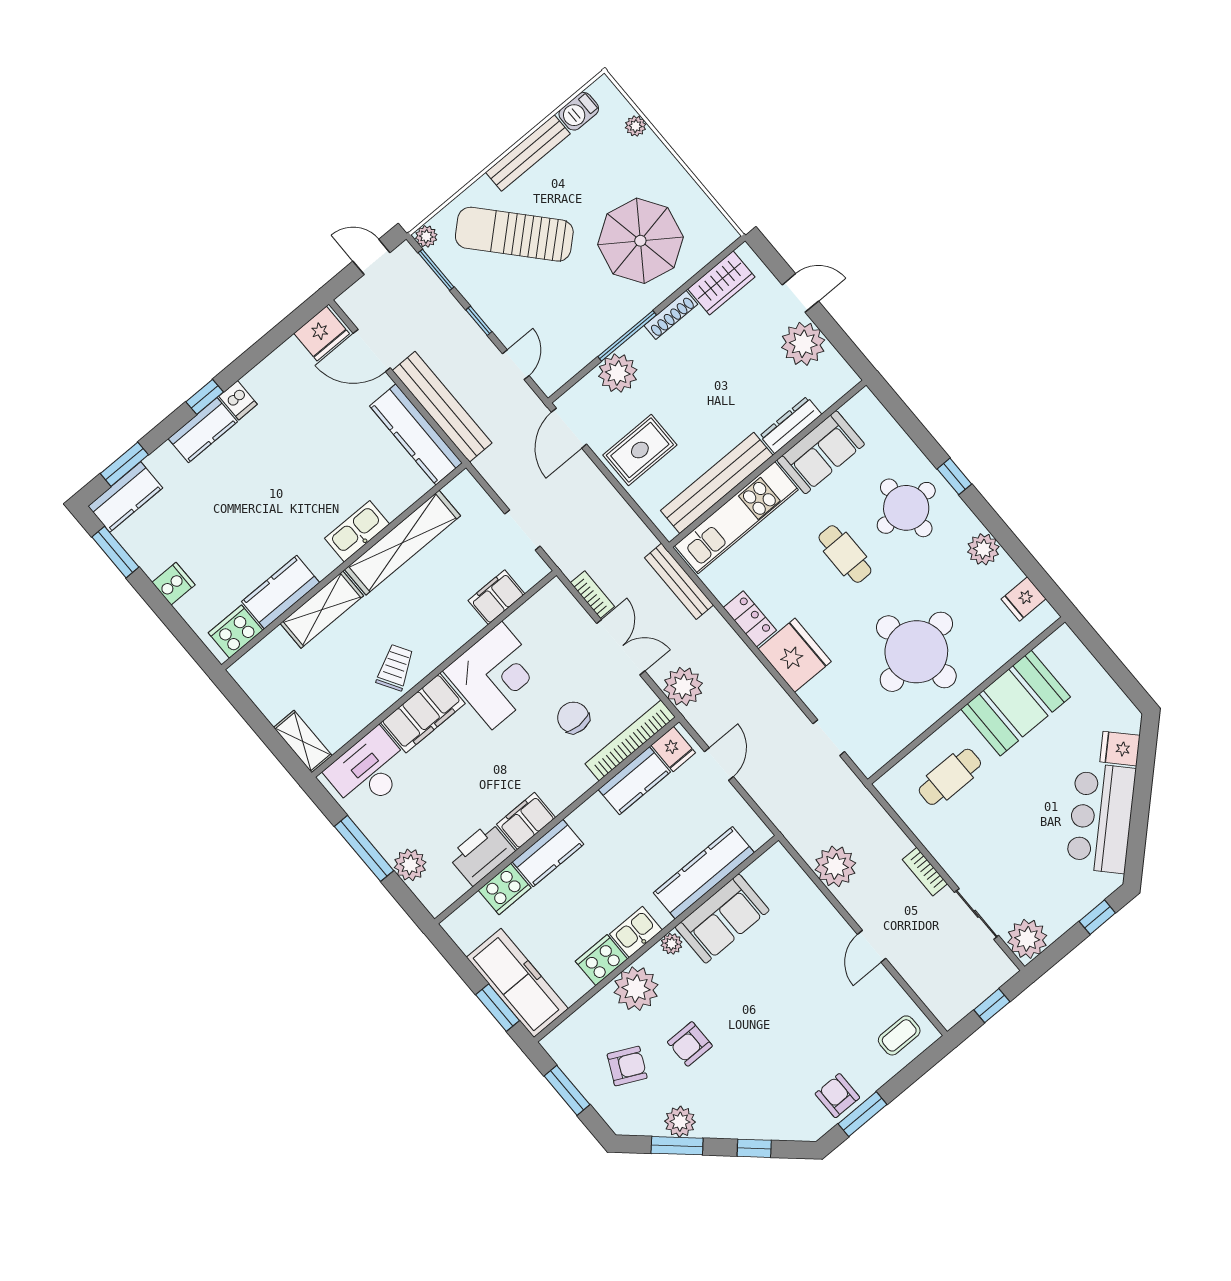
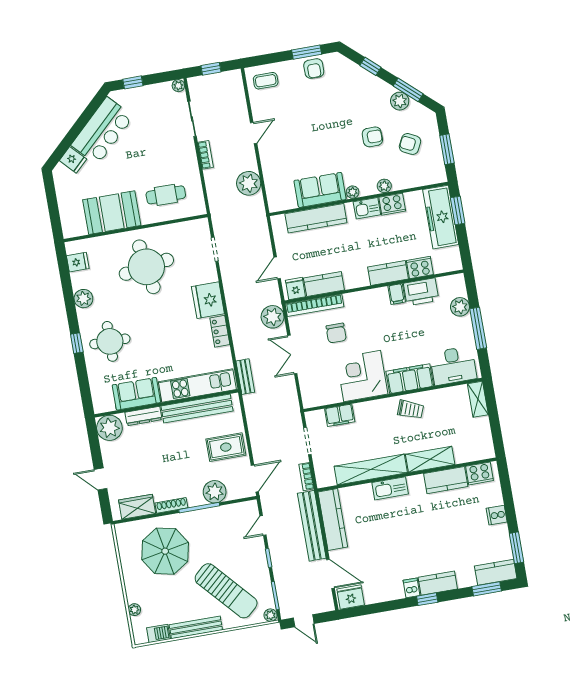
plant: (803, 344) -> (109, 428), moved
cafe table: (845, 554) -> (154, 336), removed
bench: (679, 581) -> (245, 377), width x0.73
bookcase: (592, 595) -> (306, 477), moved
trolley: (395, 668) -> (410, 409), turned -128
filing cabinet: (526, 821) -> (397, 294), width x0.50
plant: (1027, 939) -> (178, 86), width x0.53, depth x0.53
plant: (636, 989) -> (384, 186), width x0.53, depth x0.53

